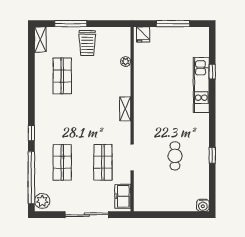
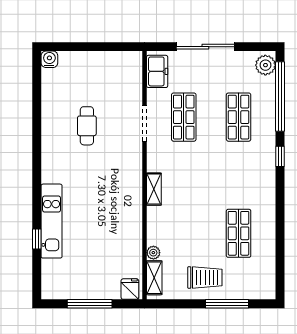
shelving: (40, 39) -> (154, 278), moved
trolley: (87, 43) -> (205, 277), turned 90
window: (212, 155) -> (37, 126), removed

